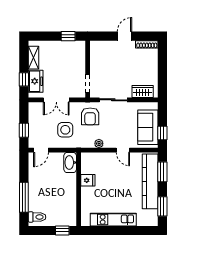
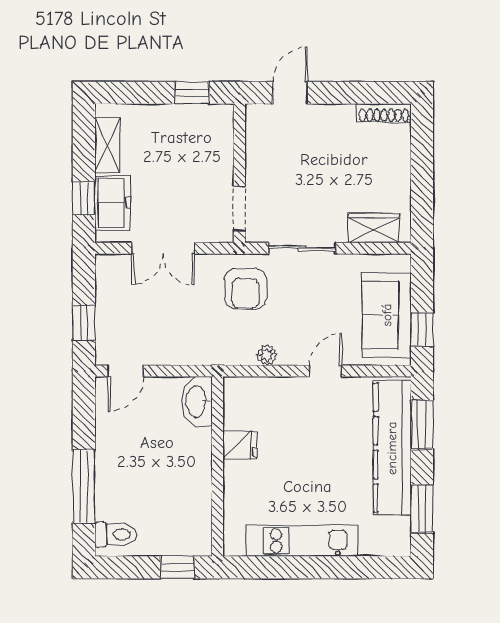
door: (125, 36) -> (291, 93), moved
side table: (65, 130) -> (185, 322), removed
door: (123, 150) -> (326, 371), swing flipped

